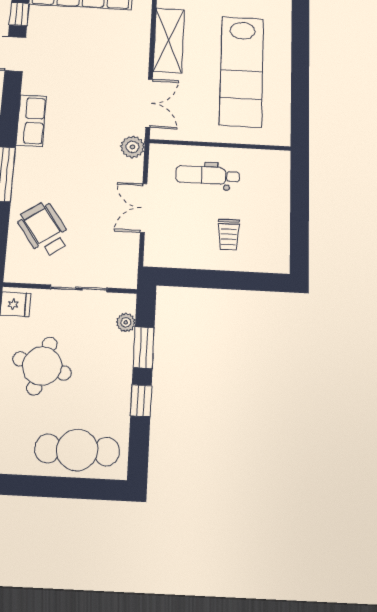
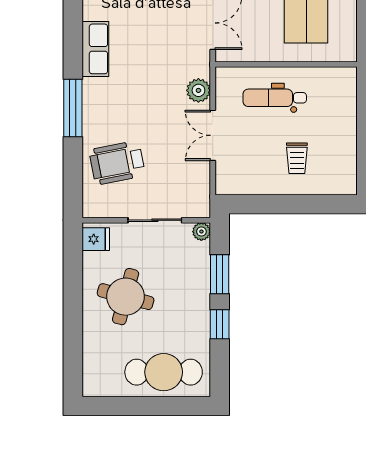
plant: (133, 147) -> (198, 90), moved
wheelchair: (44, 229) -> (117, 163), turned -66
plant: (126, 322) -> (201, 232), moved

